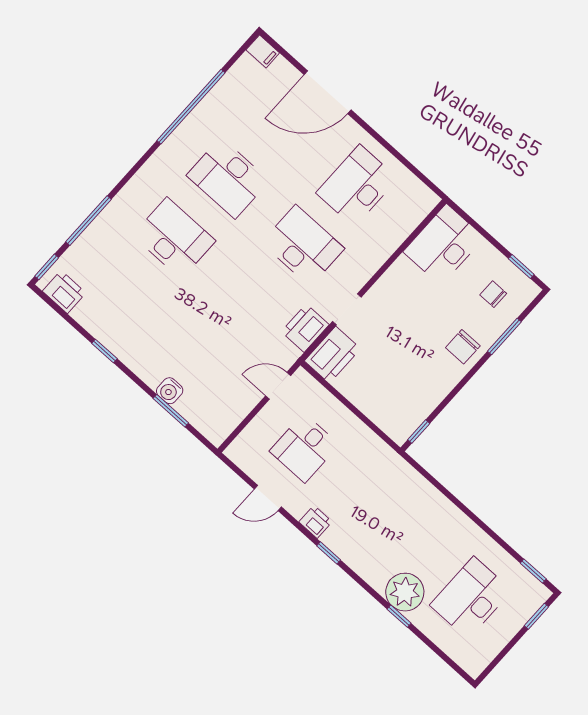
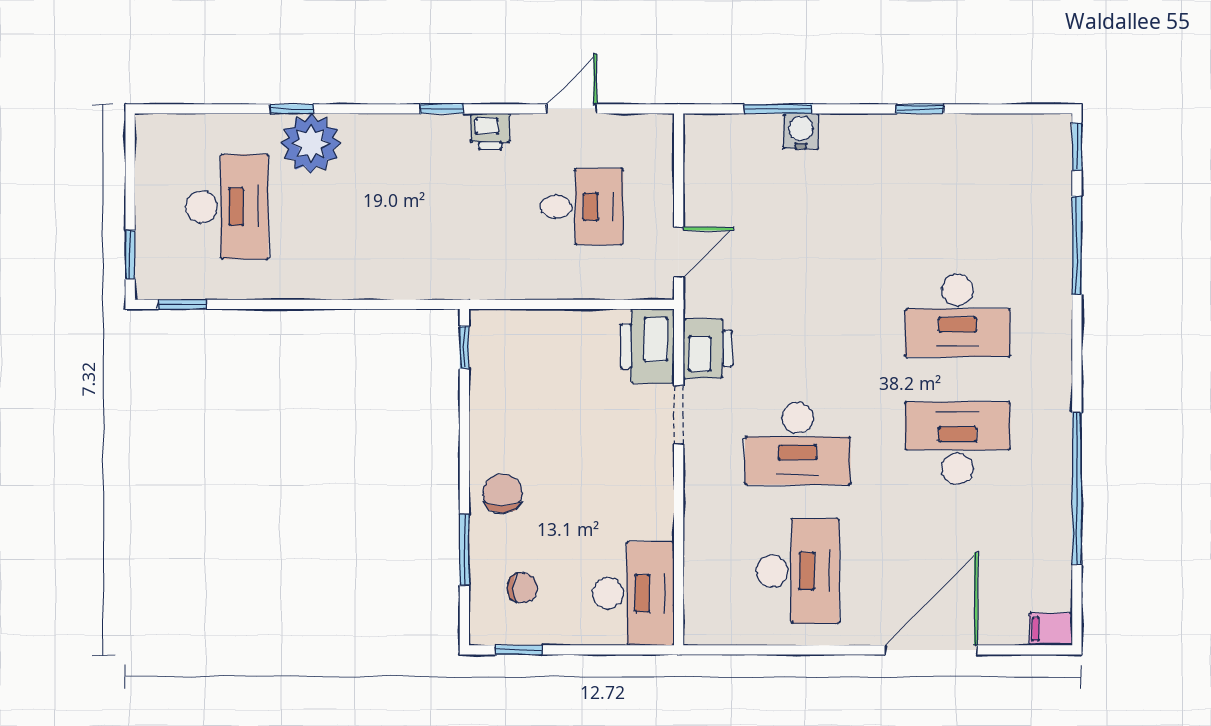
printer: (64, 292) -> (1030, 136), removed
desk: (304, 448) -> (582, 207), turned 90

